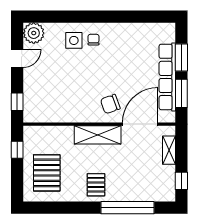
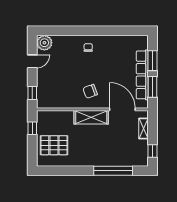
side table: (74, 40) -> (74, 48), removed
chair: (110, 104) -> (90, 91), moved
door: (140, 124) -> (122, 109), hinge flipped
pallet: (47, 173) -> (54, 145), turned 90
pallet: (96, 185) -> (90, 154), removed

